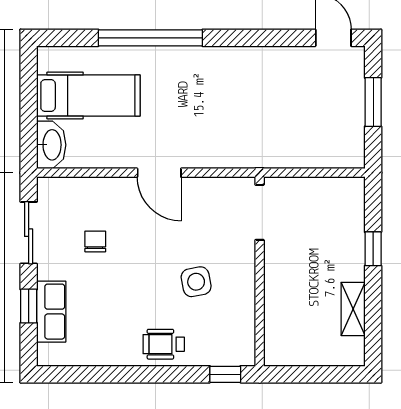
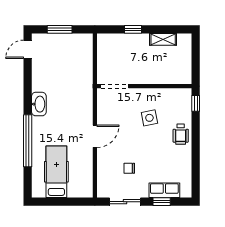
washbasin: (51, 145) -> (39, 104), moved, turned 90

